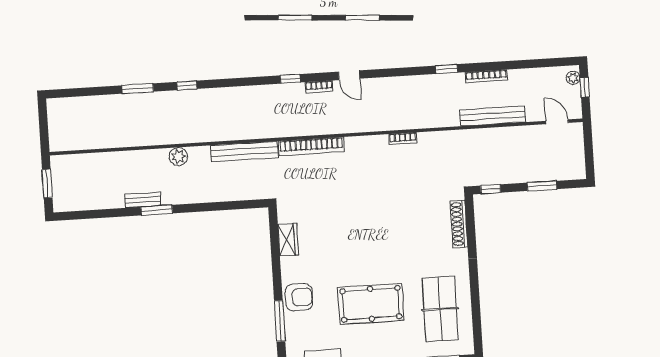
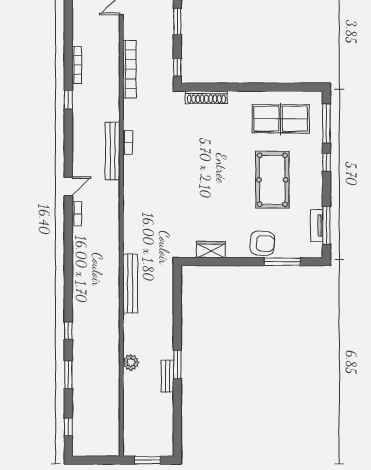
window: (290, 79) -> (68, 427), moved
bench: (493, 116) -> (113, 151), moved
bookcase: (311, 146) -> (129, 69), moved
plant: (178, 156) -> (131, 362), moved
armchair: (299, 297) -> (262, 243), turned 94

